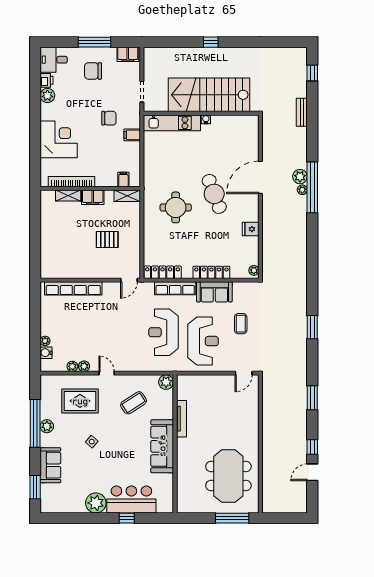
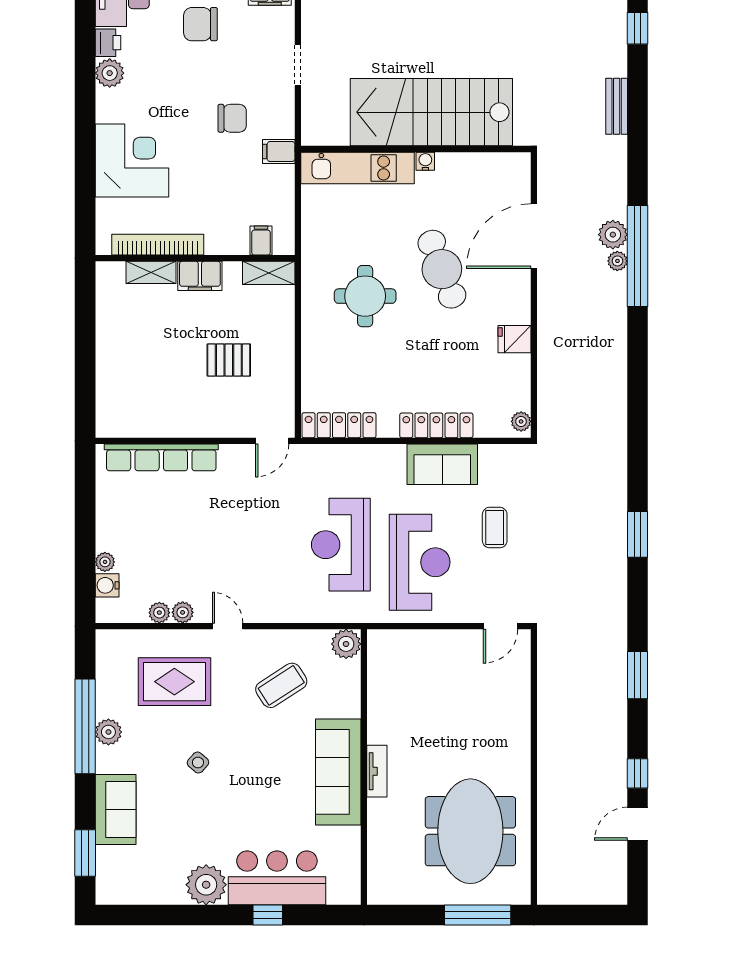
stairs: (209, 95) -> (431, 112), moved
wall: (201, 113) -> (416, 149), moved
water cooler: (206, 119) -> (425, 161), moved
kitchen unit: (172, 123) -> (358, 168), moved
row of seats: (175, 288) -> (364, 457), removed
tv unit: (182, 419) -> (377, 771), moved, width x0.71

